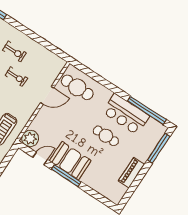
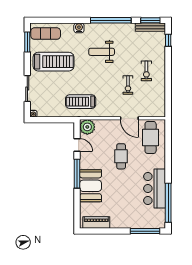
cafe table: (106, 136) -> (121, 156), moved
booth: (70, 161) -> (91, 186), moved
piano: (131, 173) -> (96, 222), moved

